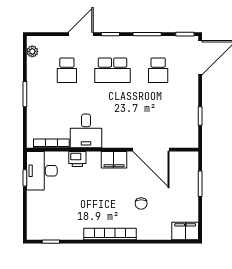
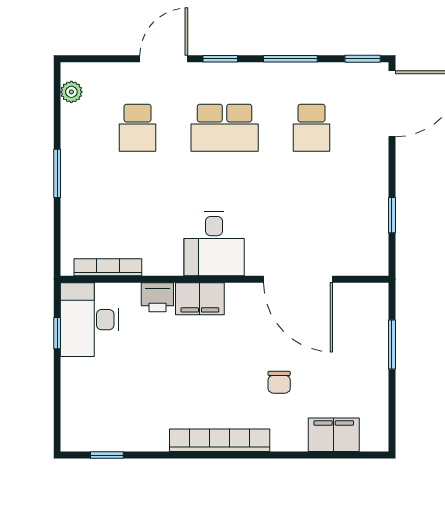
desk: (86, 131) -> (214, 244), moved
filing cabinet: (114, 160) -> (200, 299), moved
filing cabinet: (185, 231) -> (334, 435), moved

